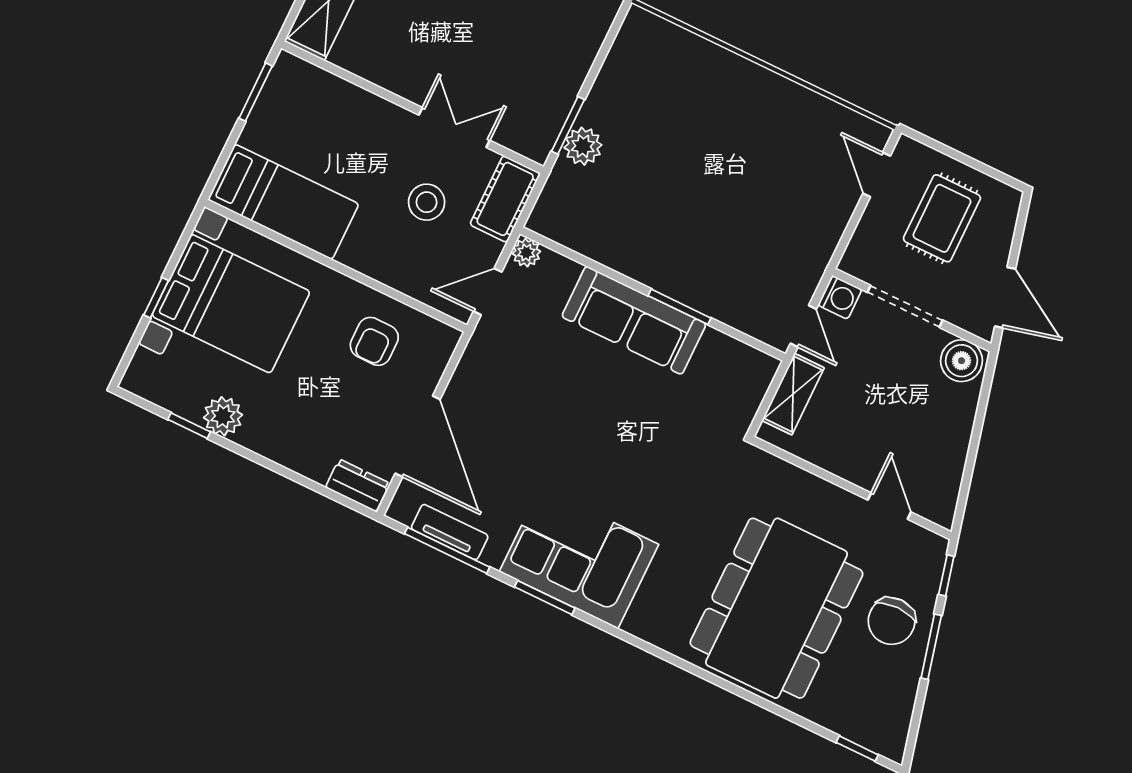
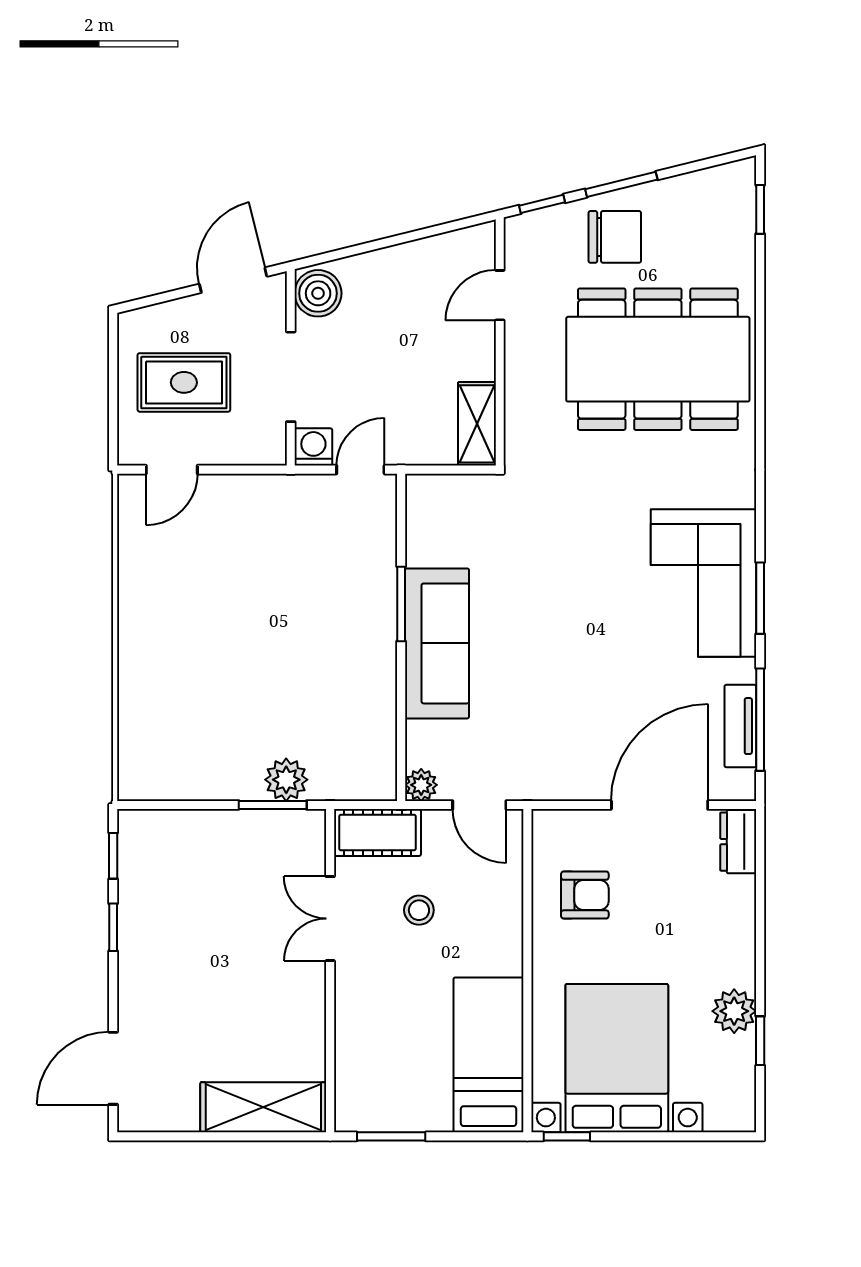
stool: (427, 202) -> (419, 910), width x0.73, depth x0.73
window: (156, 298) -> (567, 1136), moved
shelving: (793, 394) -> (477, 424), moved, turned 90

